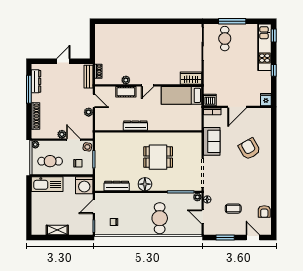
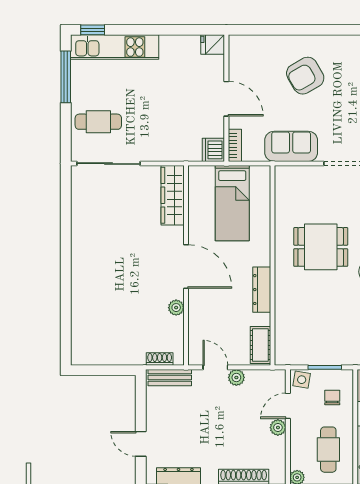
window: (232, 21) -> (66, 77), moved
door: (63, 61) -> (141, 444), moved
window: (274, 70) -> (158, 30), removed
wardrobe: (191, 78) -> (173, 195), width x1.50
door: (148, 85) -> (186, 266), width x1.87
cot: (126, 92) -> (260, 345), moved
bed: (181, 95) -> (232, 203), moved
door: (94, 101) -> (215, 367), hinge flipped
dining table: (158, 157) -> (321, 247), turned 90

